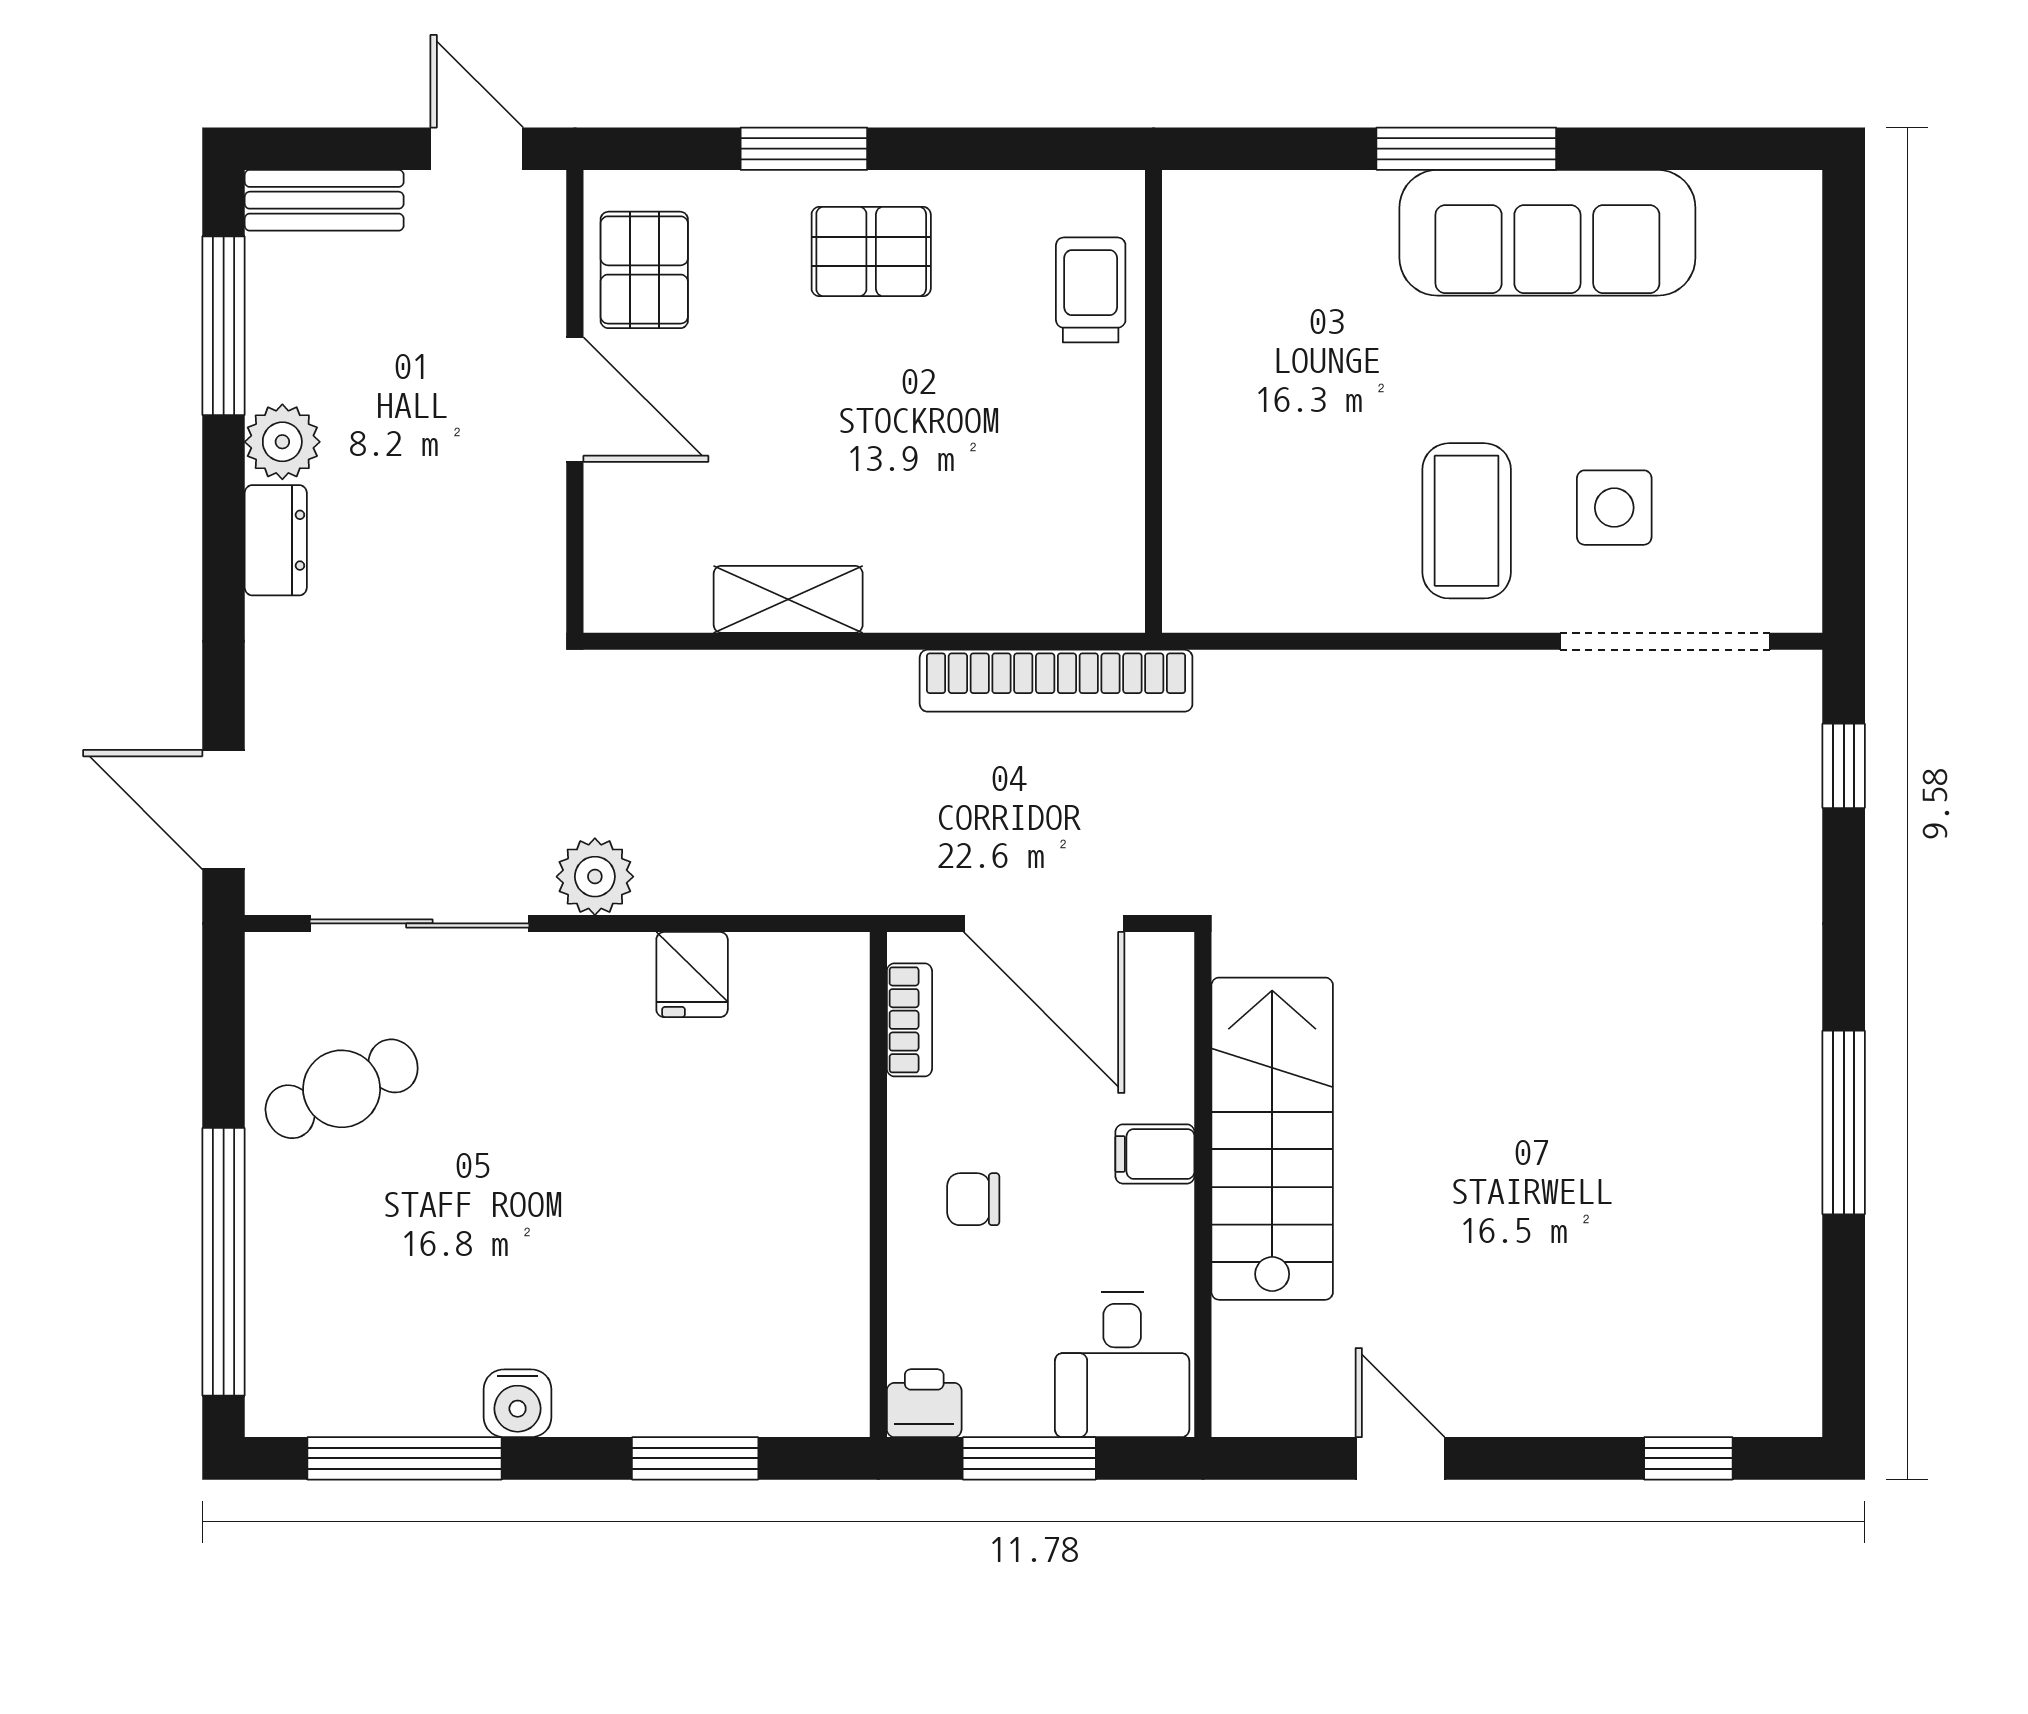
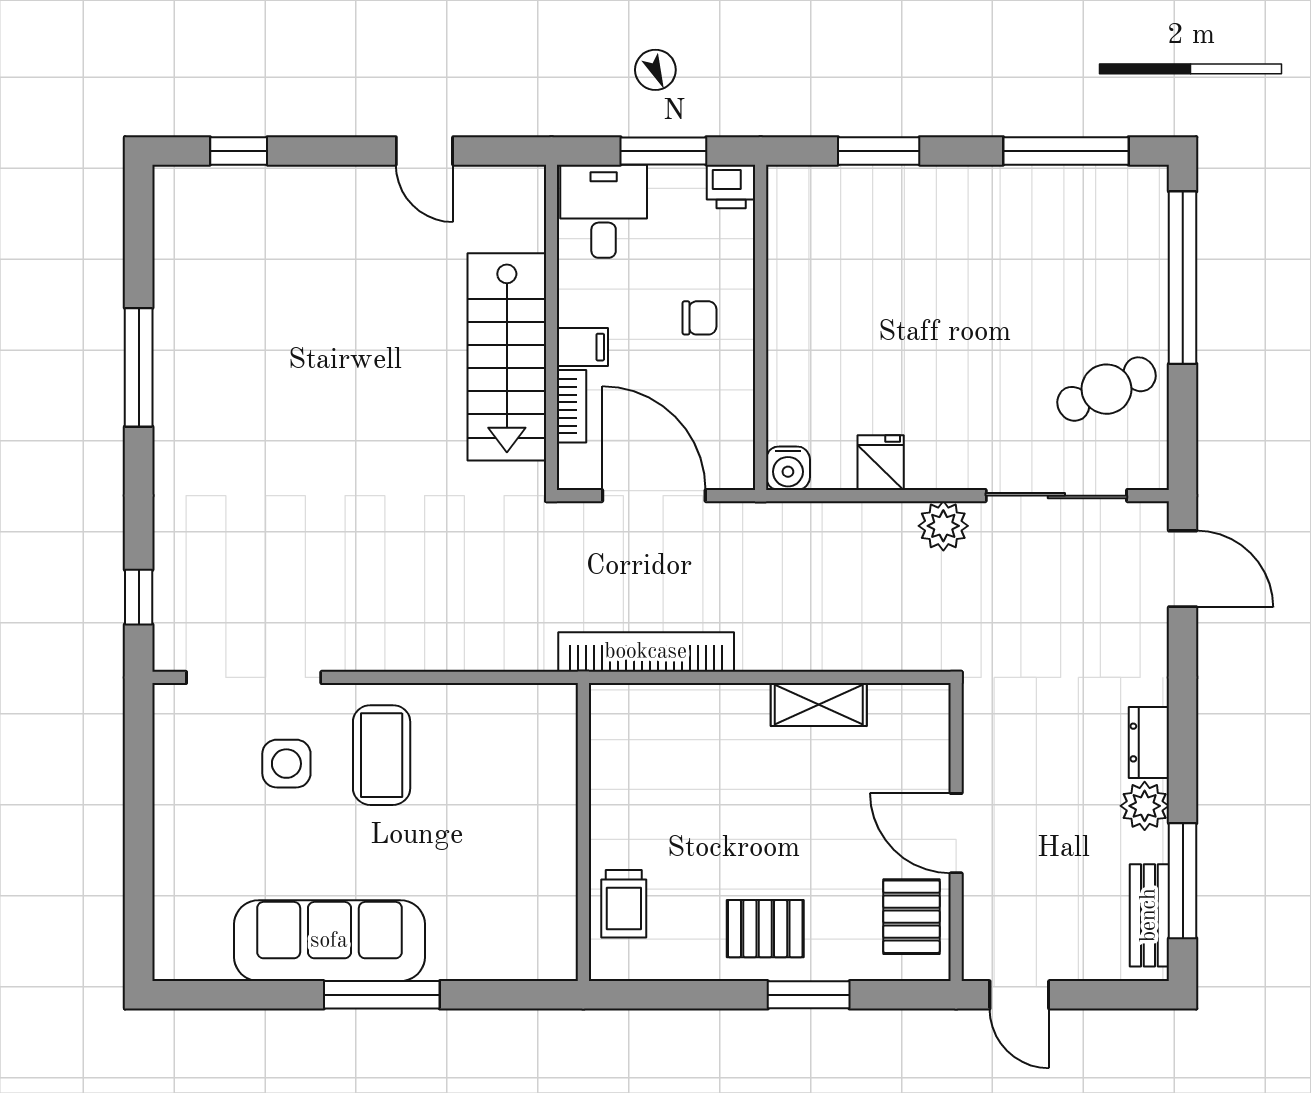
bench: (324, 200) -> (1149, 915), moved, turned 90
bookcase: (909, 1020) -> (572, 406), moved, turned 180
water cooler: (518, 1403) -> (788, 468), moved, turned 180

